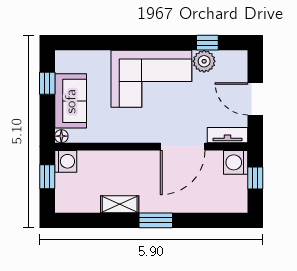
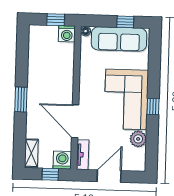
window: (207, 43) -> (153, 107), moved
sofa: (71, 101) -> (119, 39), width x1.36
shelving: (120, 204) -> (31, 153), moved

